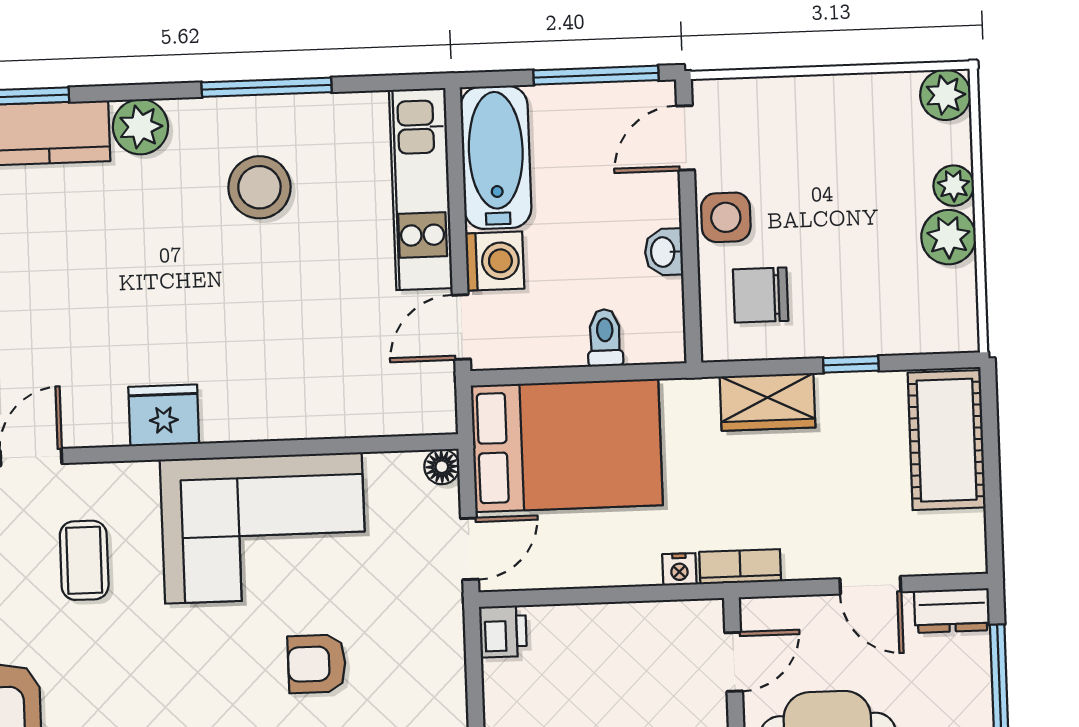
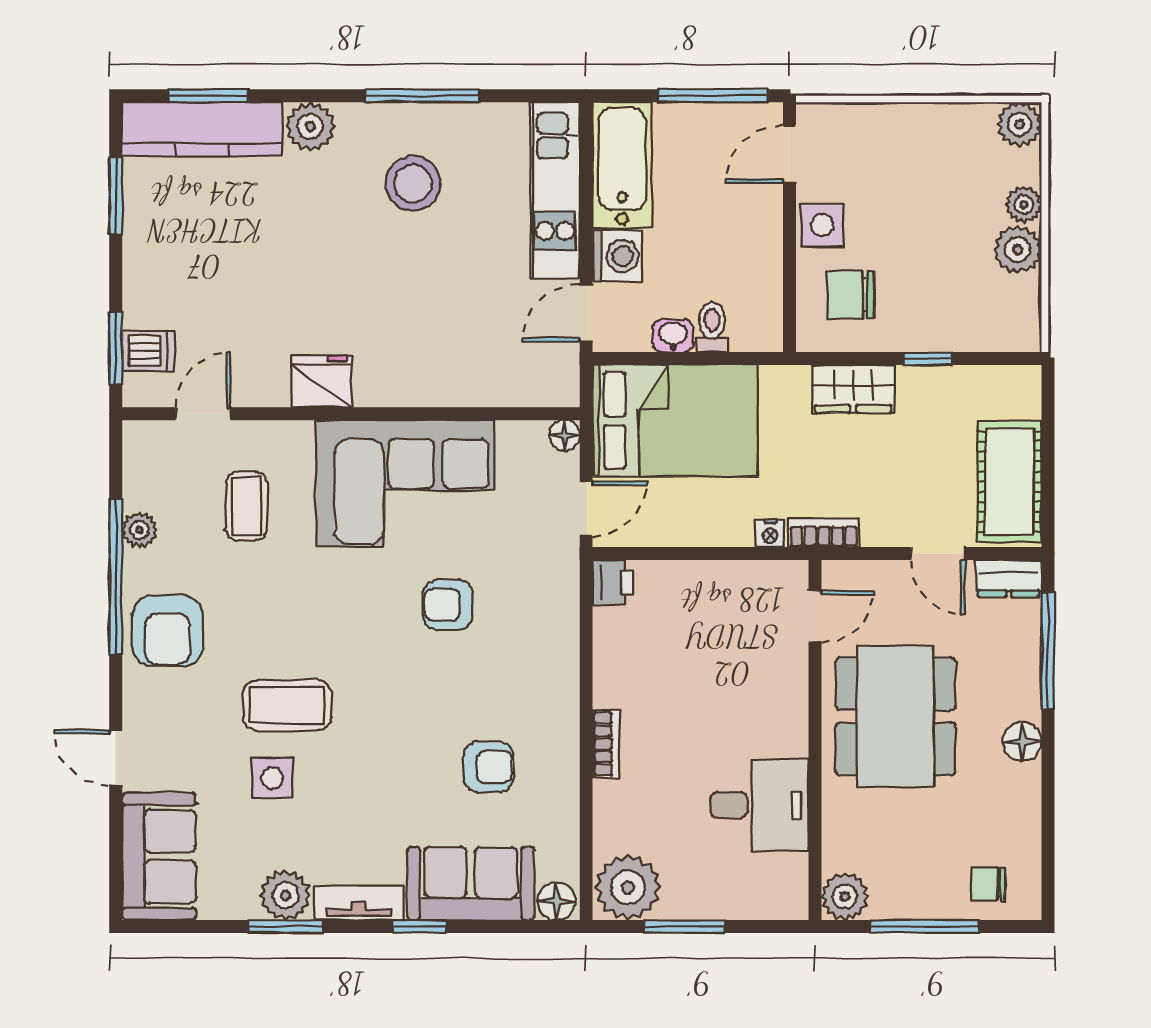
washbasin: (664, 252) -> (673, 336), moved, turned 90
cot: (947, 440) -> (1010, 481), moved

